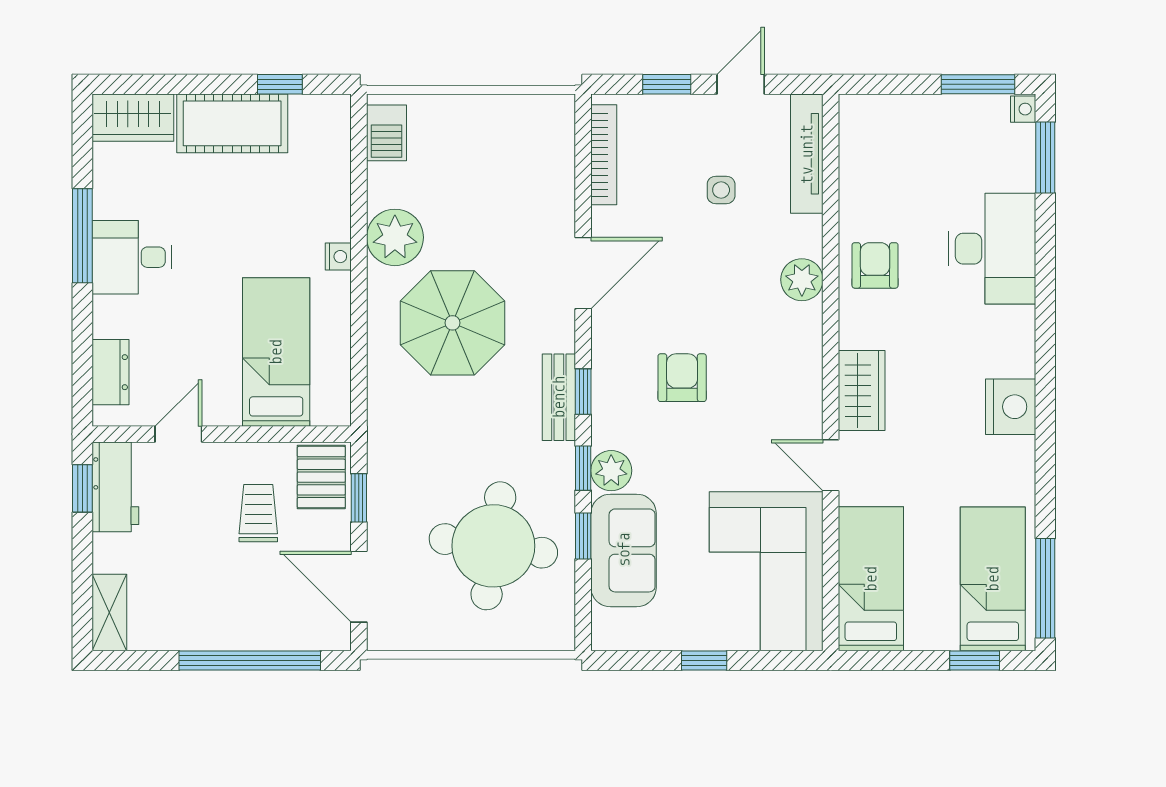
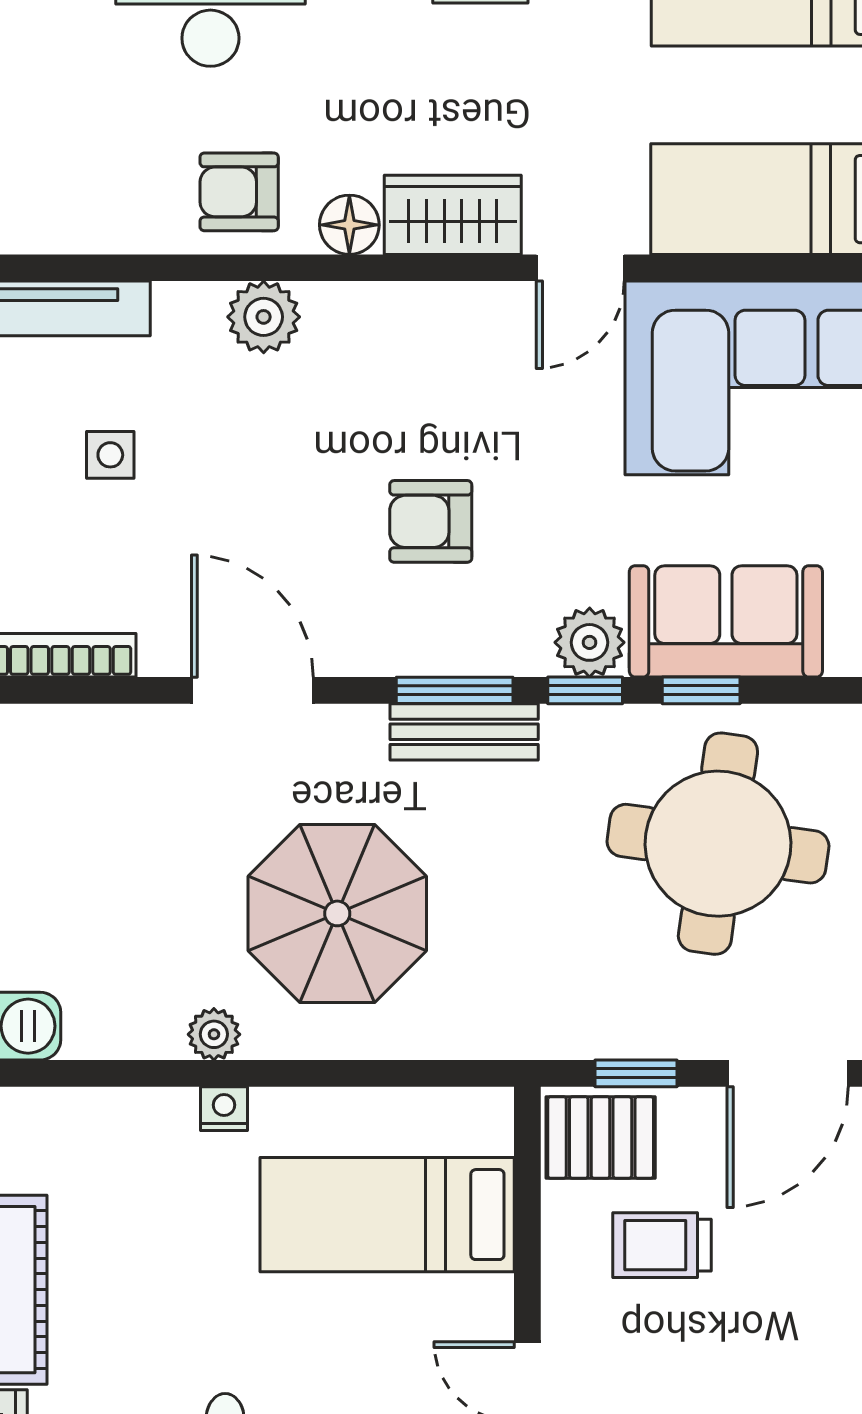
plant: (395, 237) -> (214, 1034), width x0.53, depth x0.53
floor lamp: (856, 330) -> (349, 225), added
window: (583, 392) -> (455, 690), width x1.50

